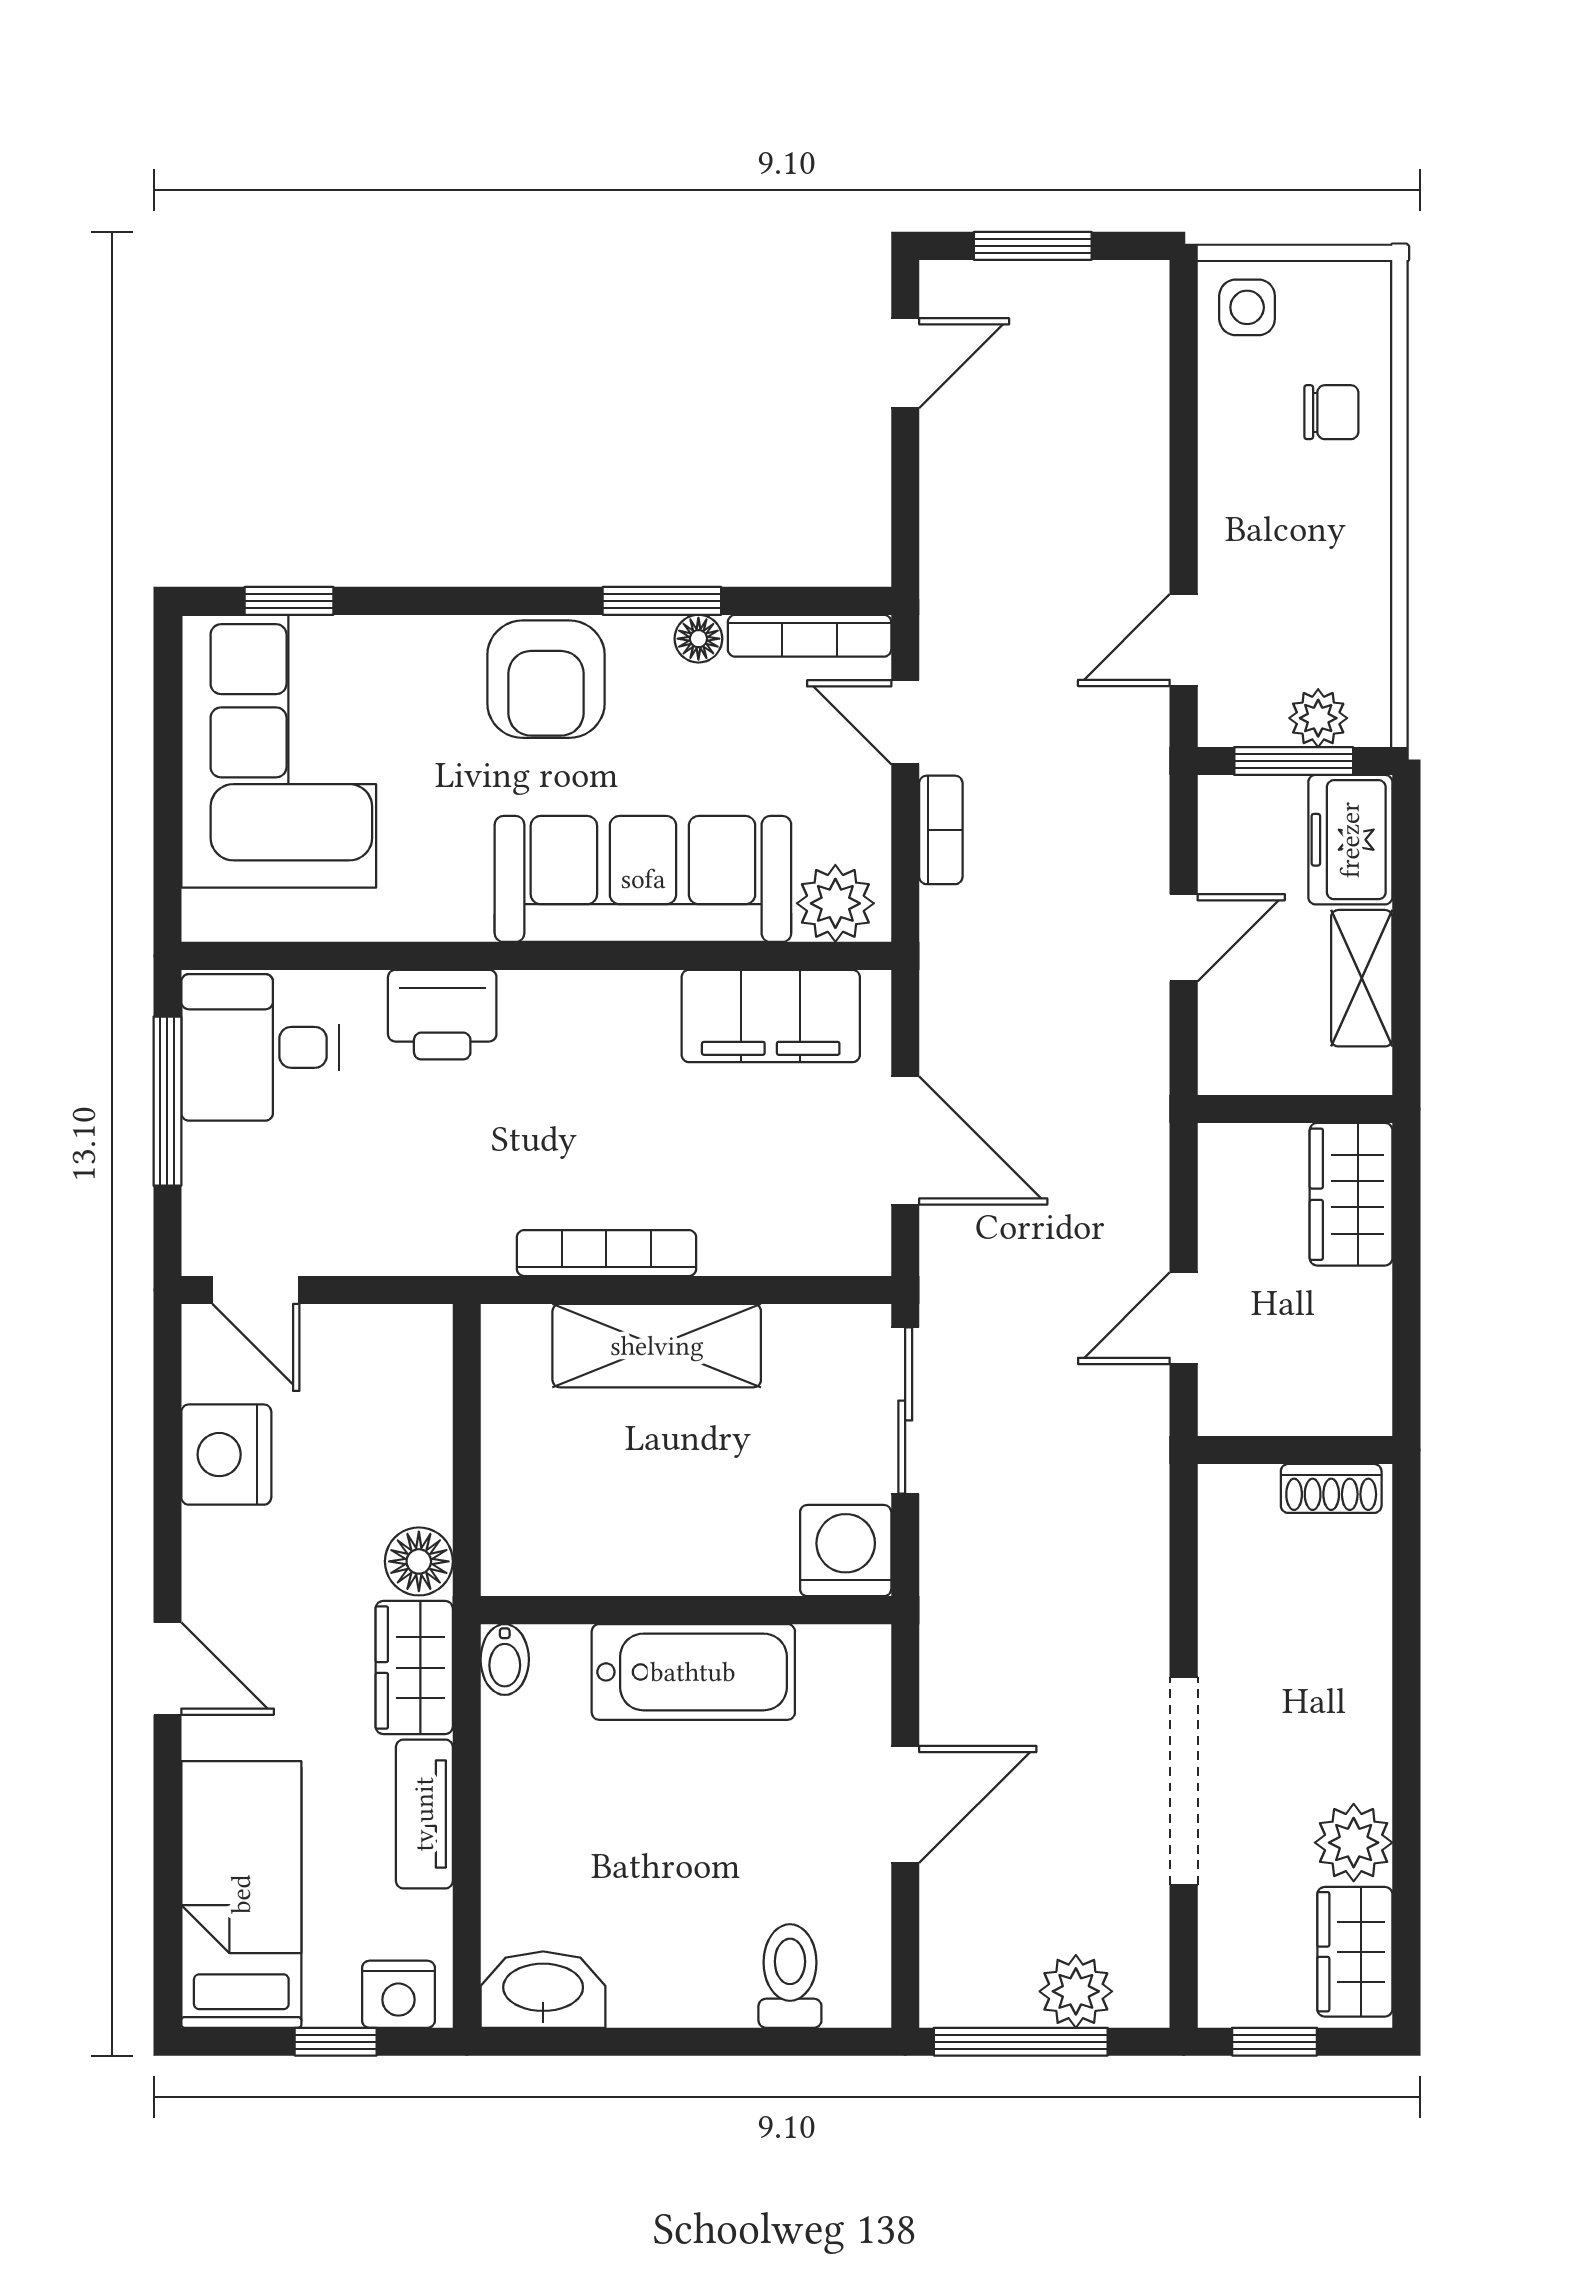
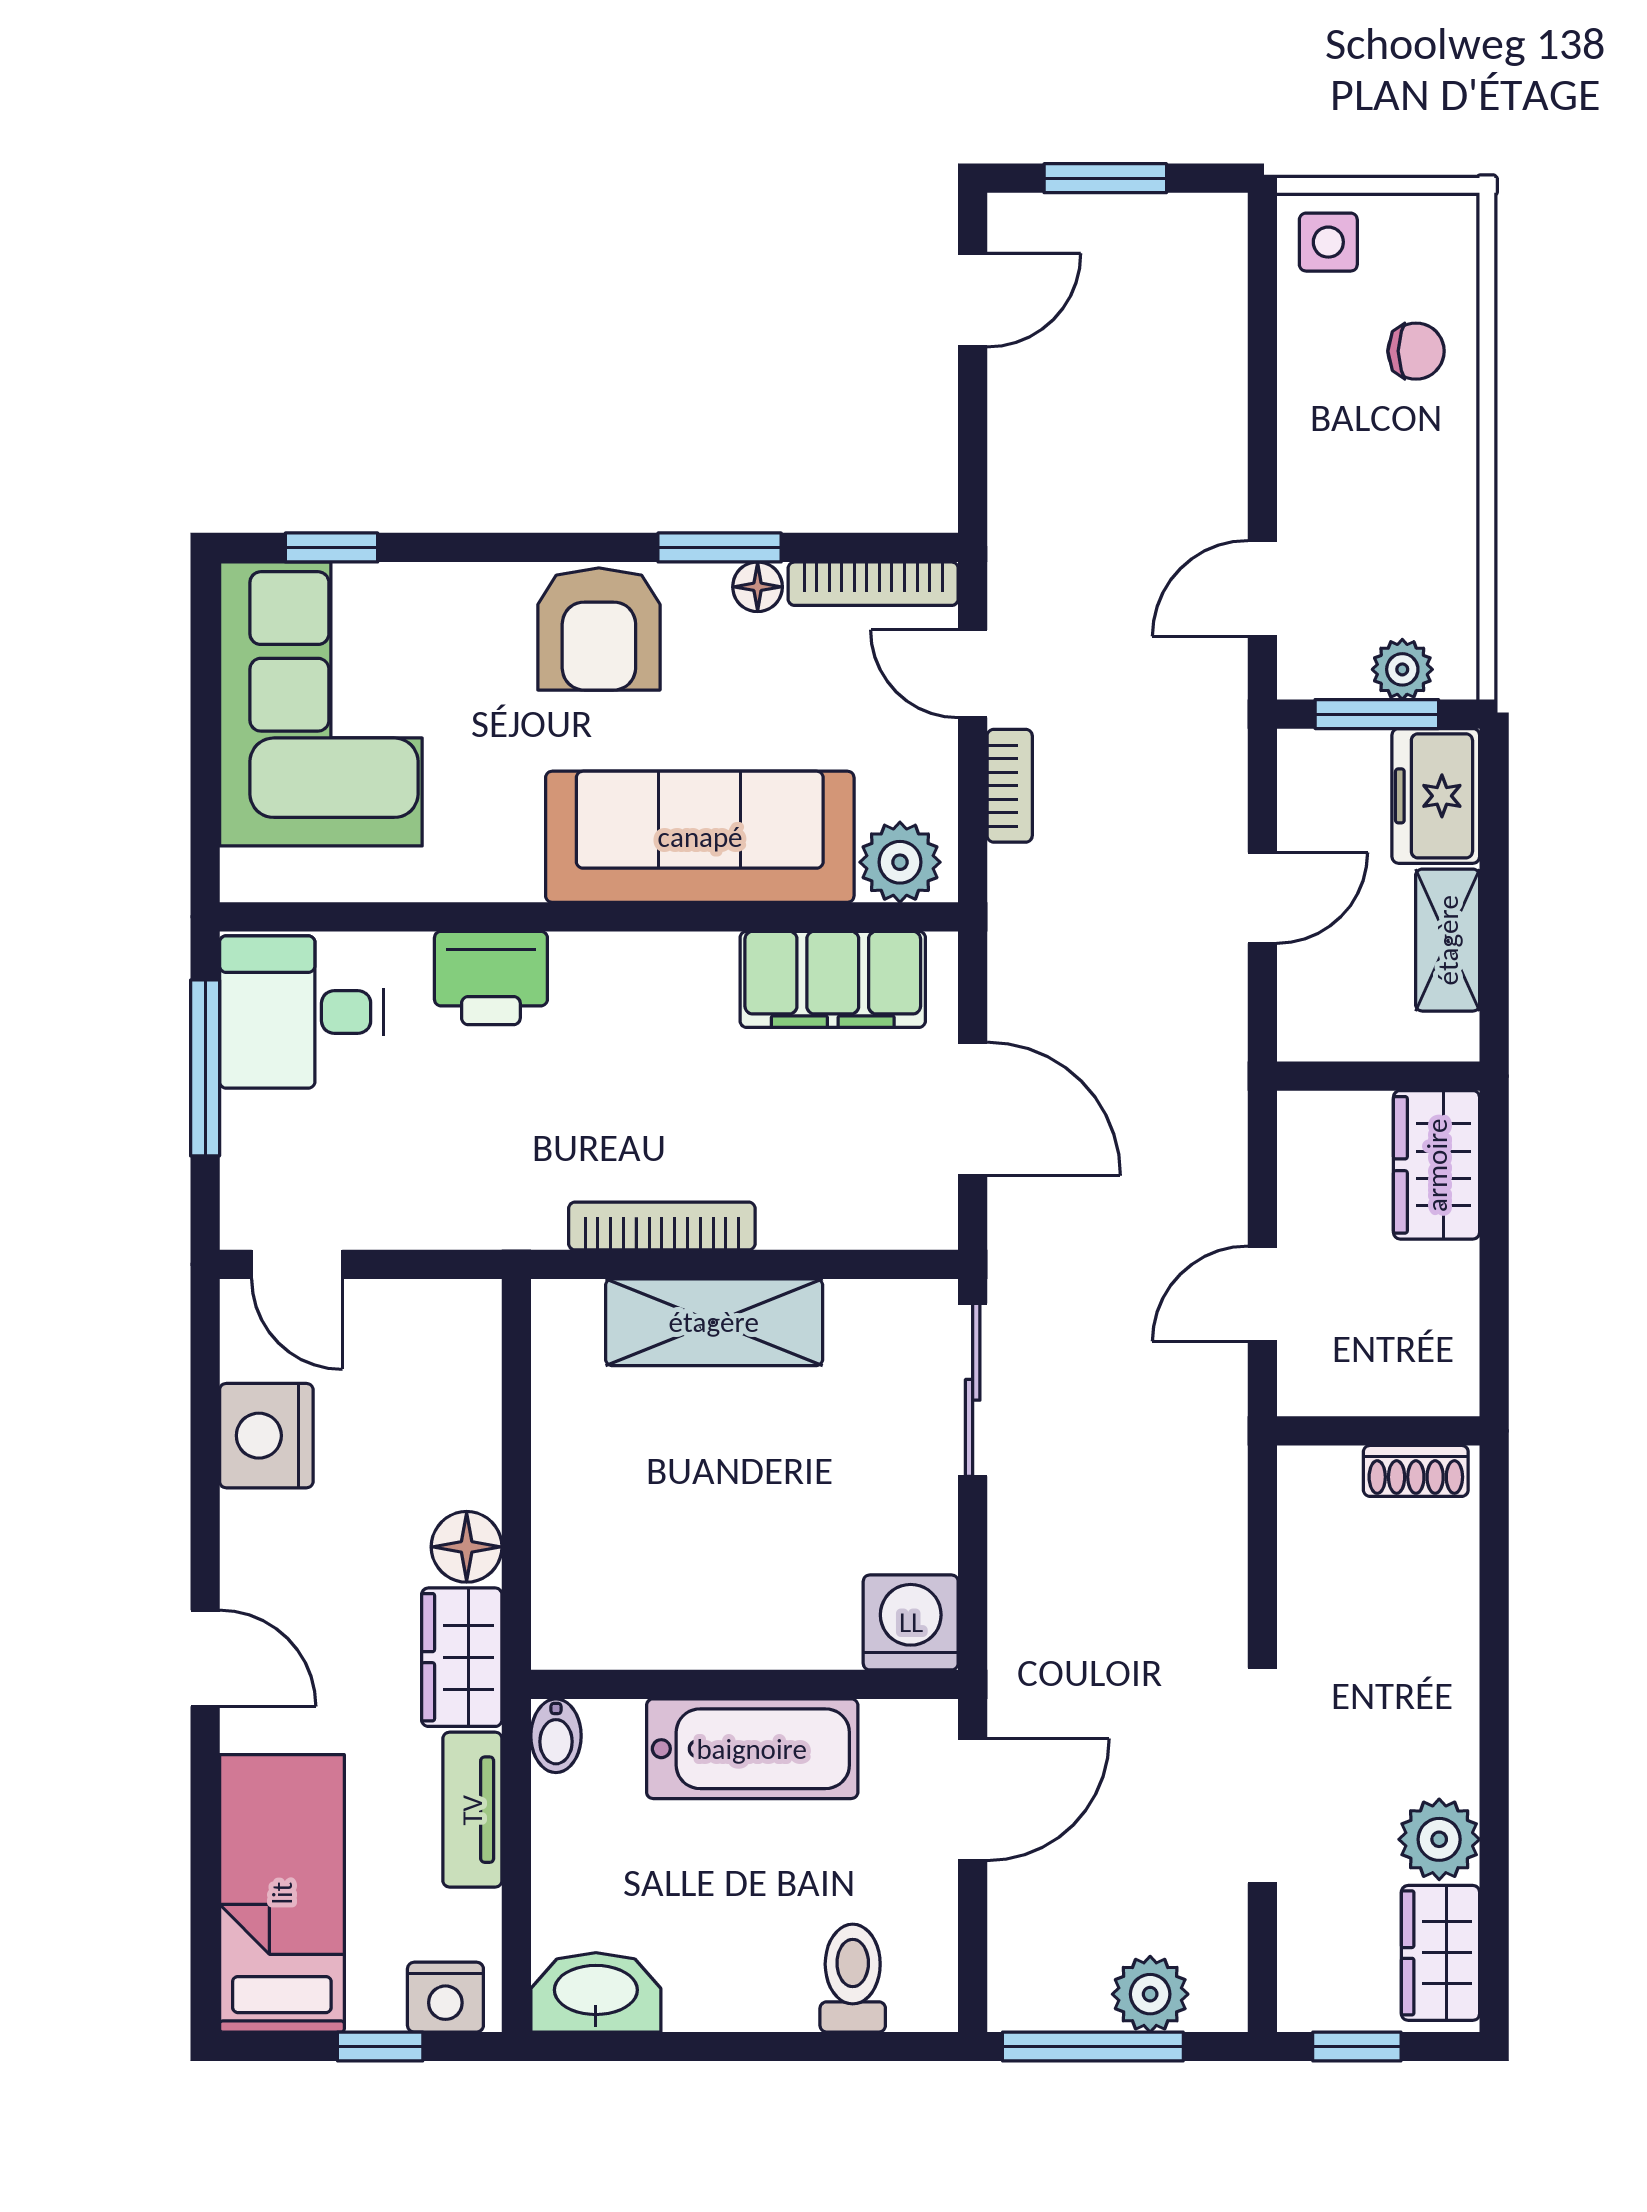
washing machine: (846, 1551) -> (911, 1622), moved
wall: (686, 1610) -> (745, 1684), moved
bidet: (505, 1660) -> (556, 1736), moved
bathtub: (693, 1672) -> (752, 1749), moved

